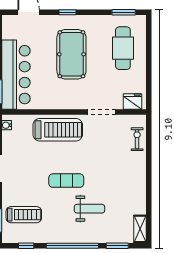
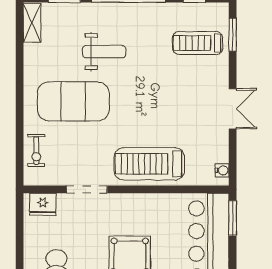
exercise mat: (66, 181) -> (73, 101), moved, width x2.00, depth x1.45
weight bench: (89, 209) -> (104, 52), turned 180

